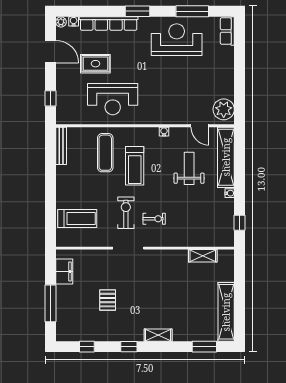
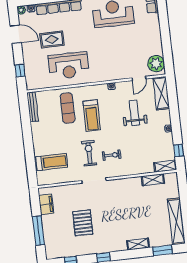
door: (200, 126) -> (139, 78), hinge flipped
shelving: (226, 157) -> (161, 93), width x0.68
shelving: (220, 241) -> (165, 166), added
pallet: (108, 300) -> (83, 223), width x1.50, depth x1.42
shelving: (158, 335) -> (138, 244), moved

